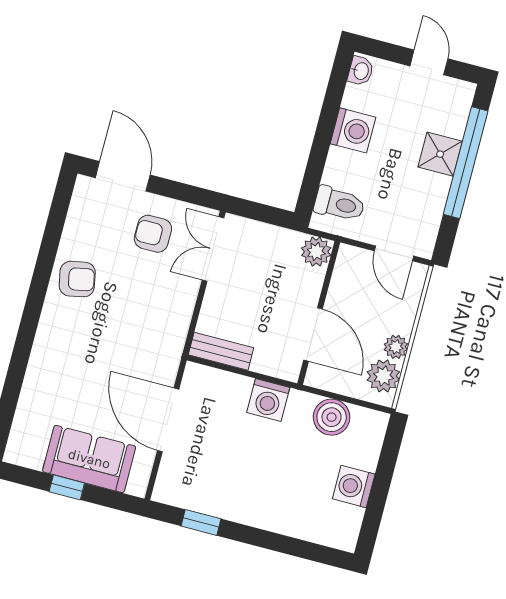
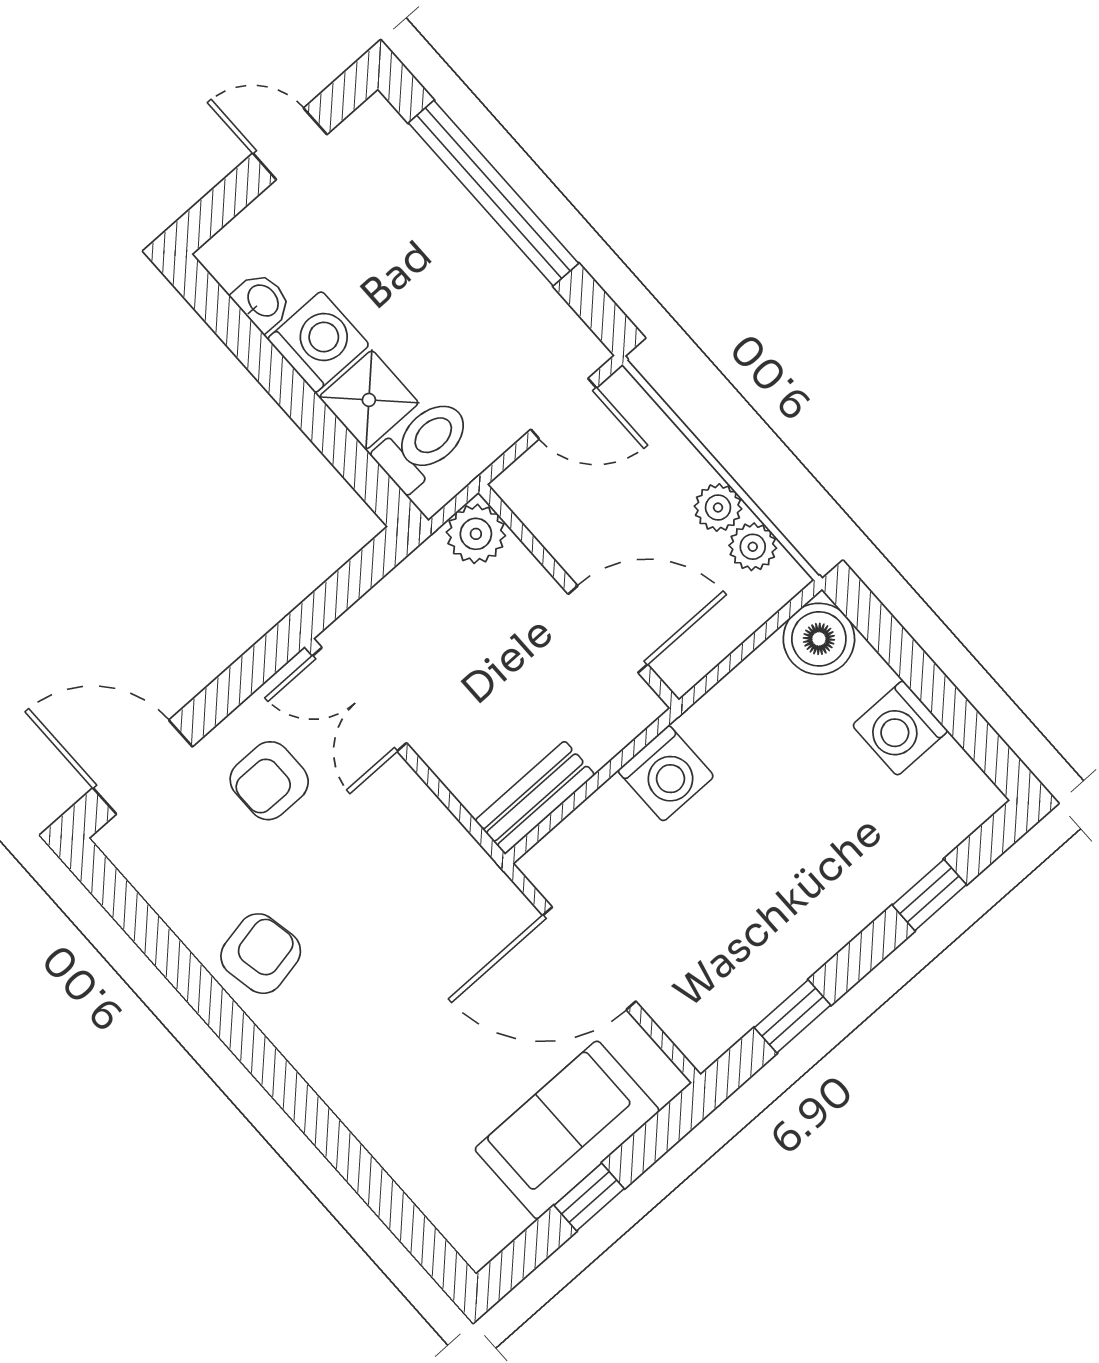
washbasin: (361, 71) -> (262, 301), moved
shower: (440, 154) -> (369, 400), moved
plant: (383, 376) -> (753, 547), width x0.73, depth x0.73
boiler: (332, 417) -> (819, 639), moved
window: (291, 546) -> (929, 895), added

